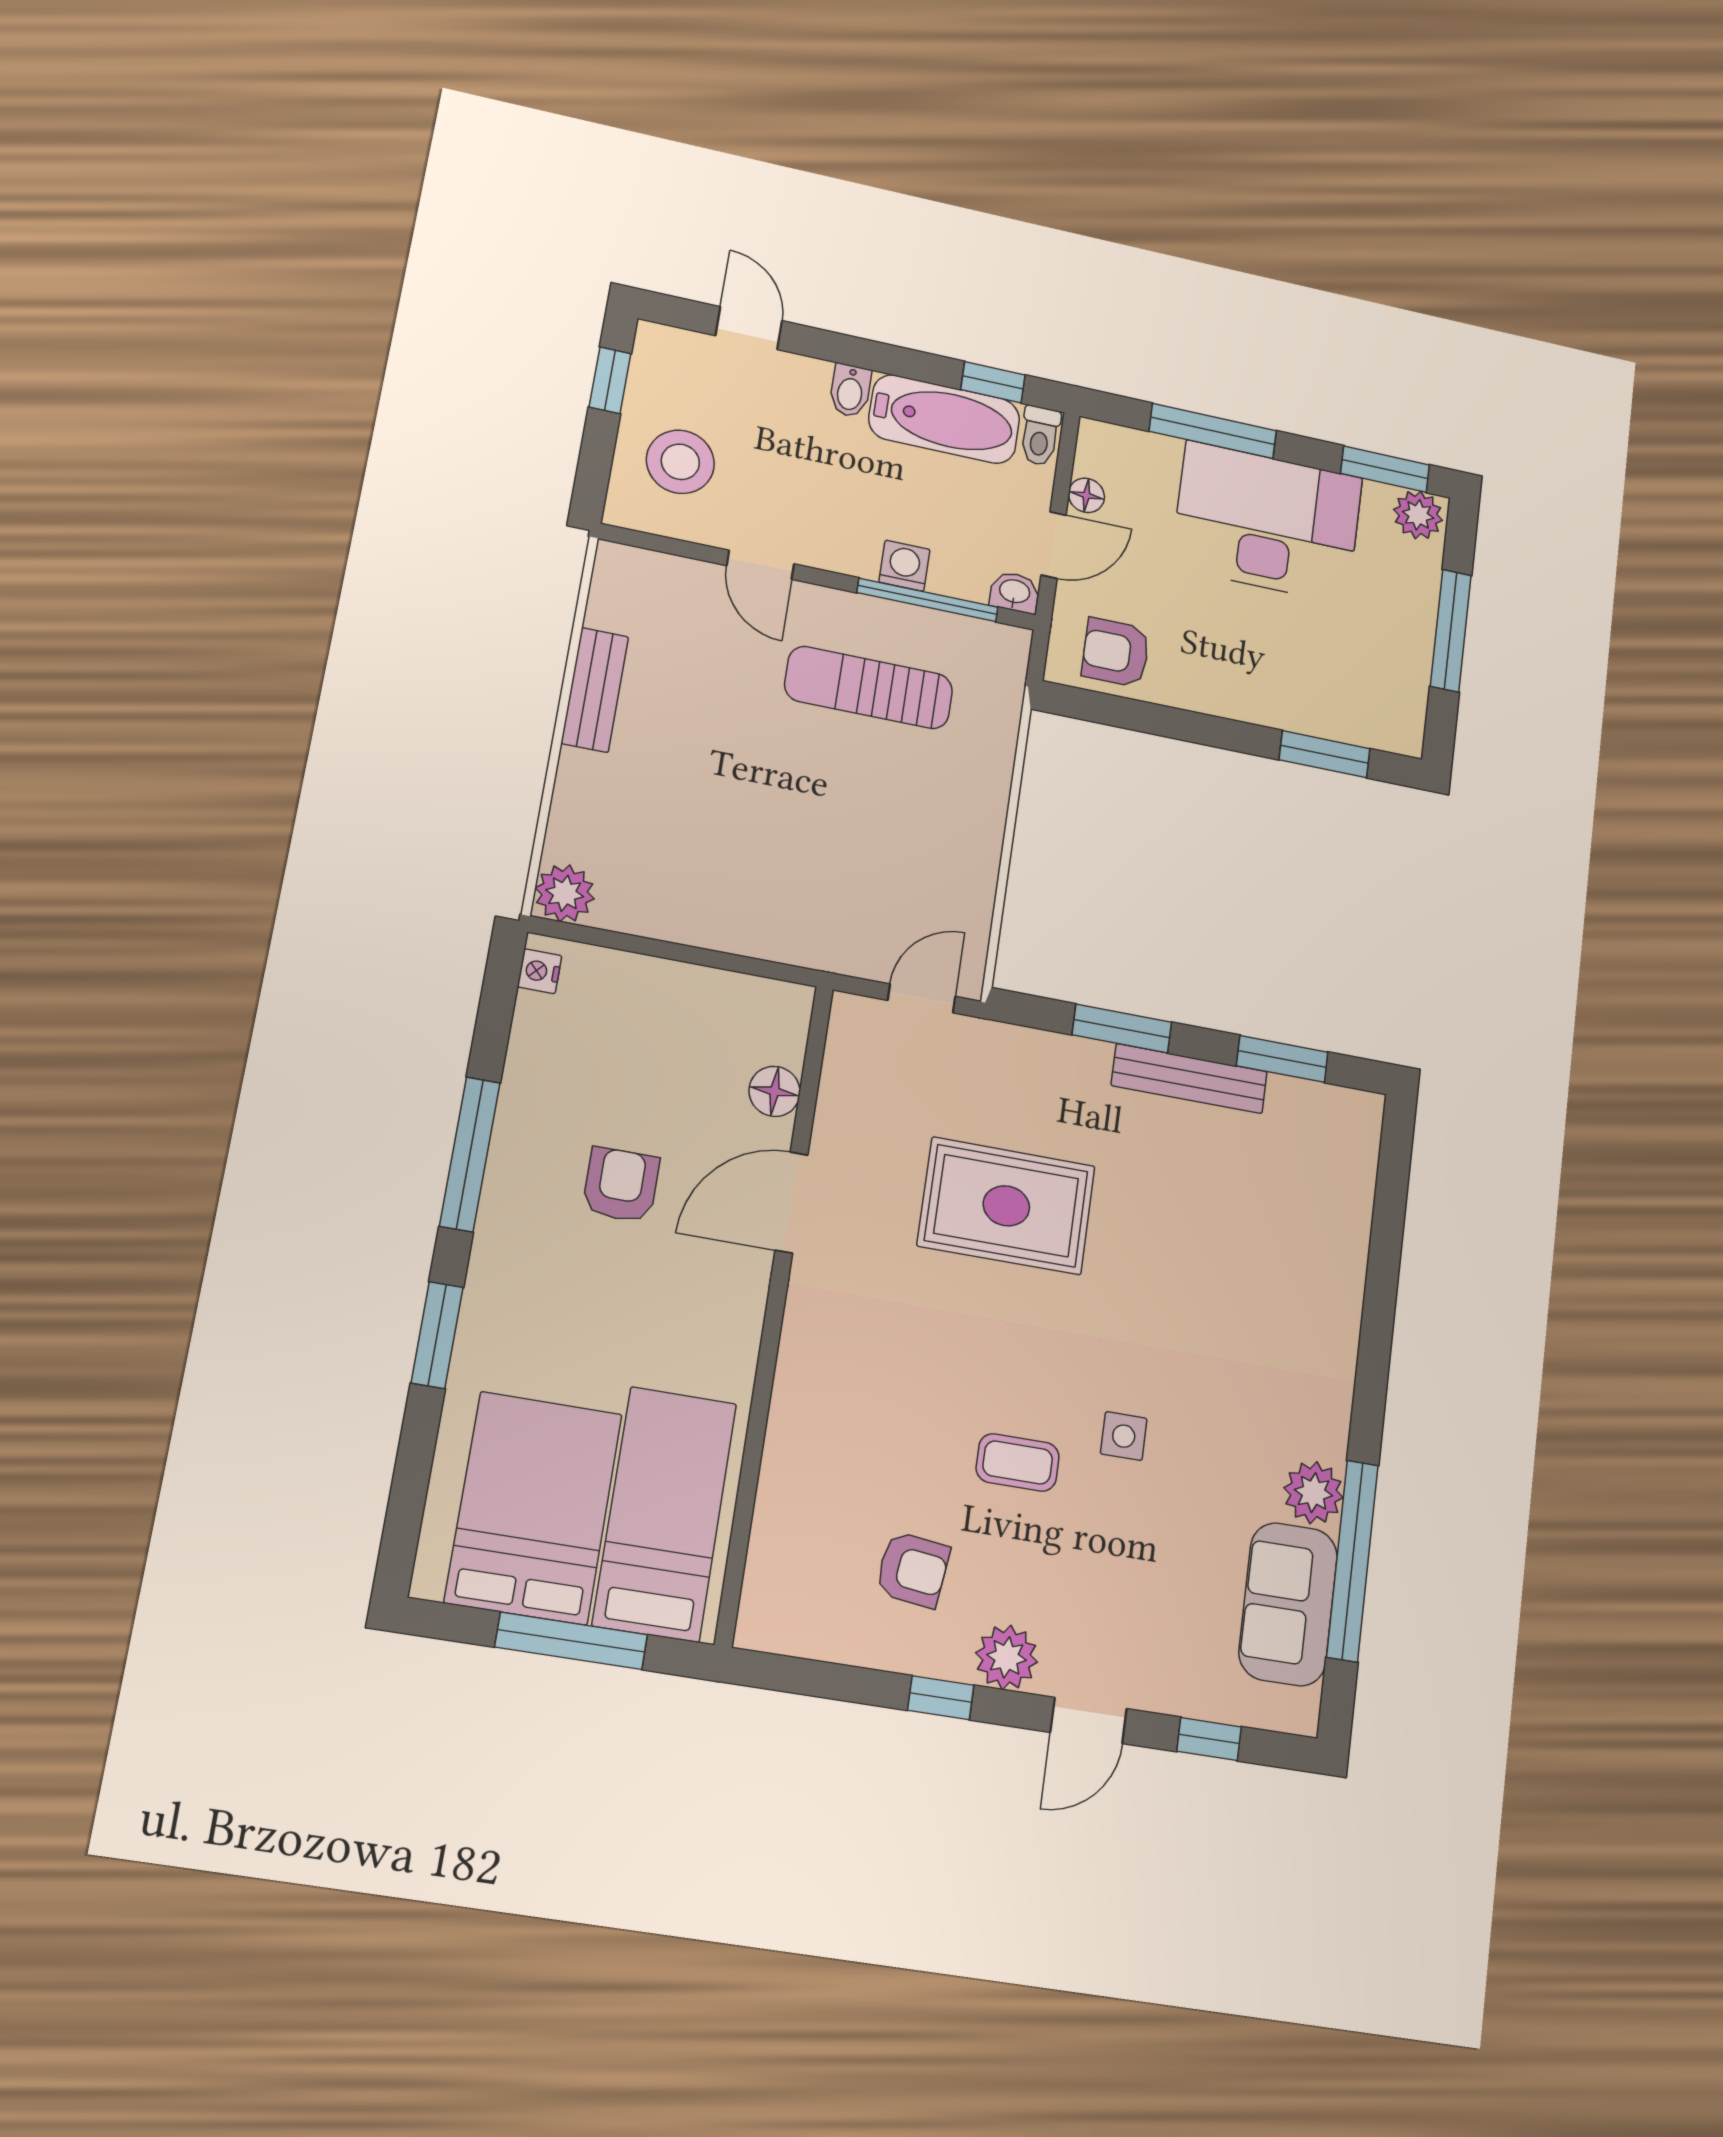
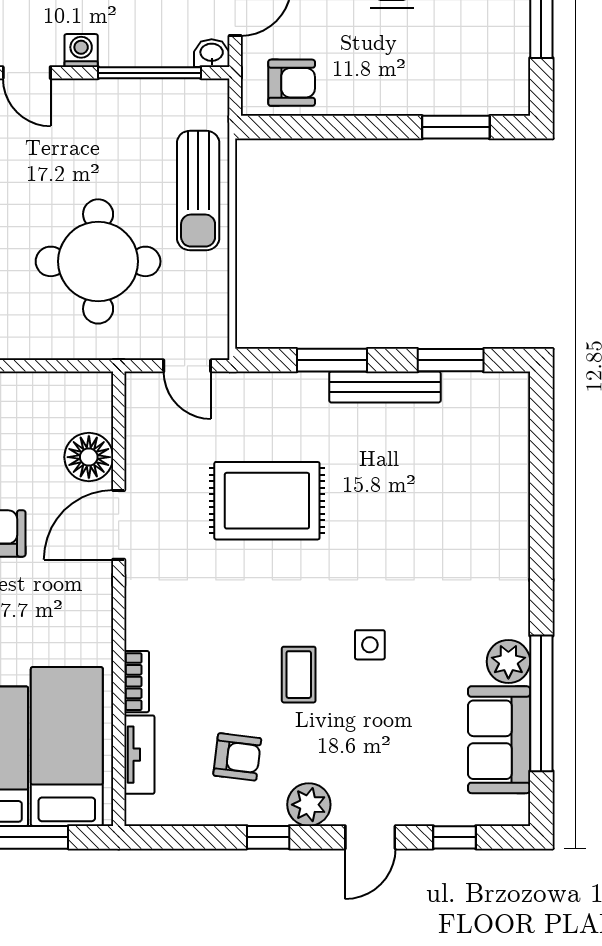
washing machine: (904, 566) -> (81, 51), moved
armchair: (1116, 652) -> (292, 83), turned 180
sun lounger: (869, 688) -> (198, 190), moved, turned -90
round table: (819, 833) -> (98, 261), added
door: (922, 998) -> (187, 366), swing flipped
floor lamp: (775, 1091) -> (89, 457), width x1.38, depth x1.38
bookcase: (783, 1434) -> (137, 682), added
coffee table: (1018, 1462) -> (299, 675), turned 90
tv unit: (770, 1543) -> (139, 755), added

